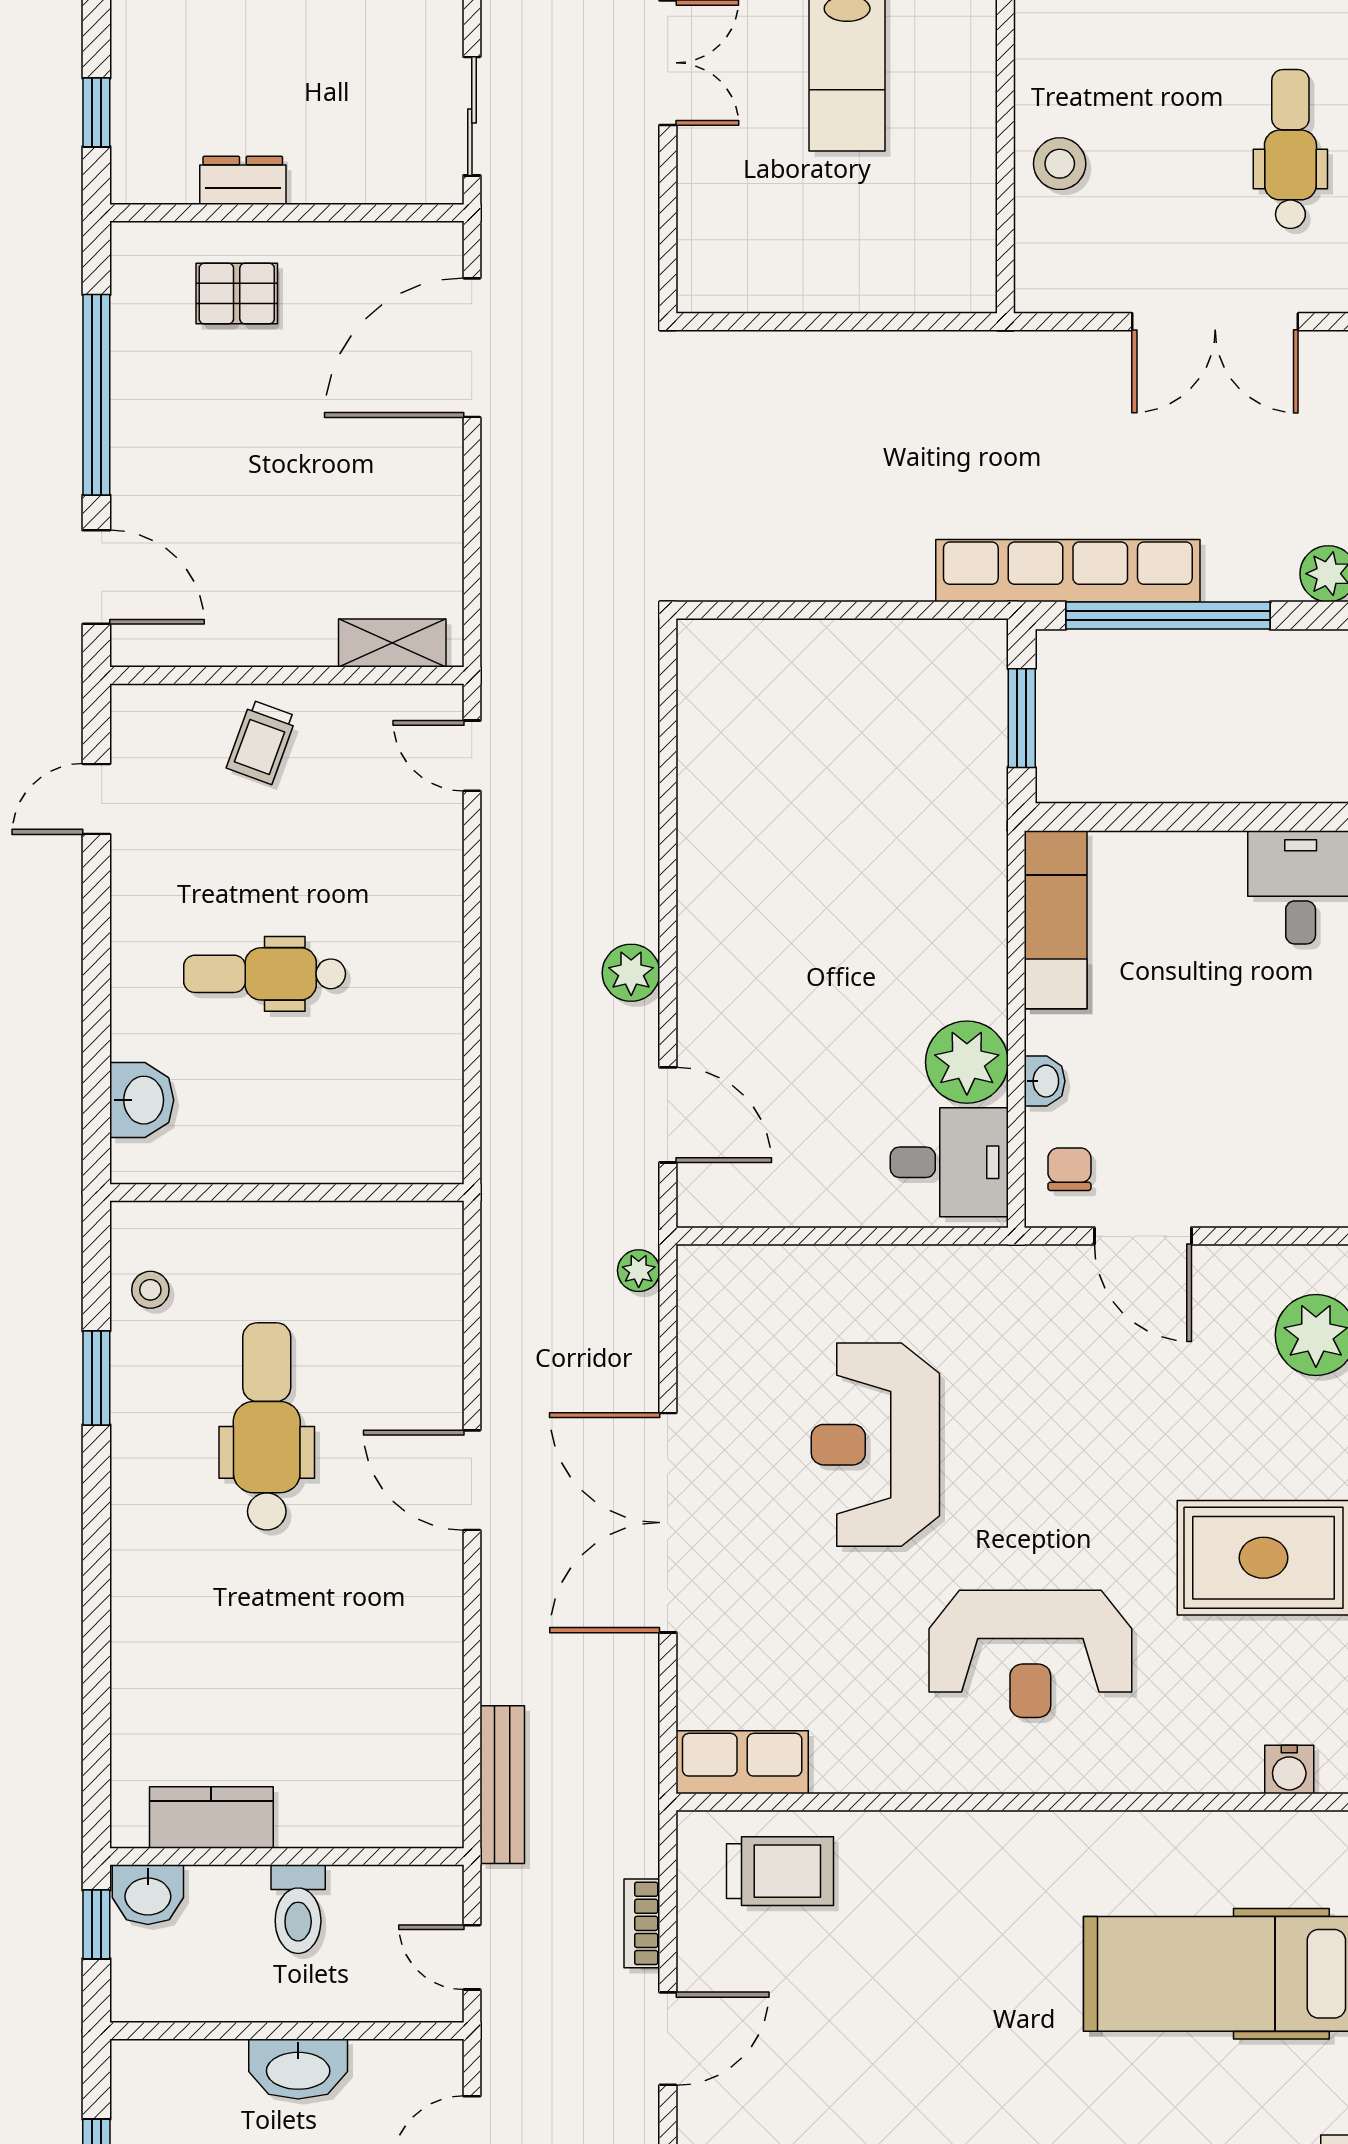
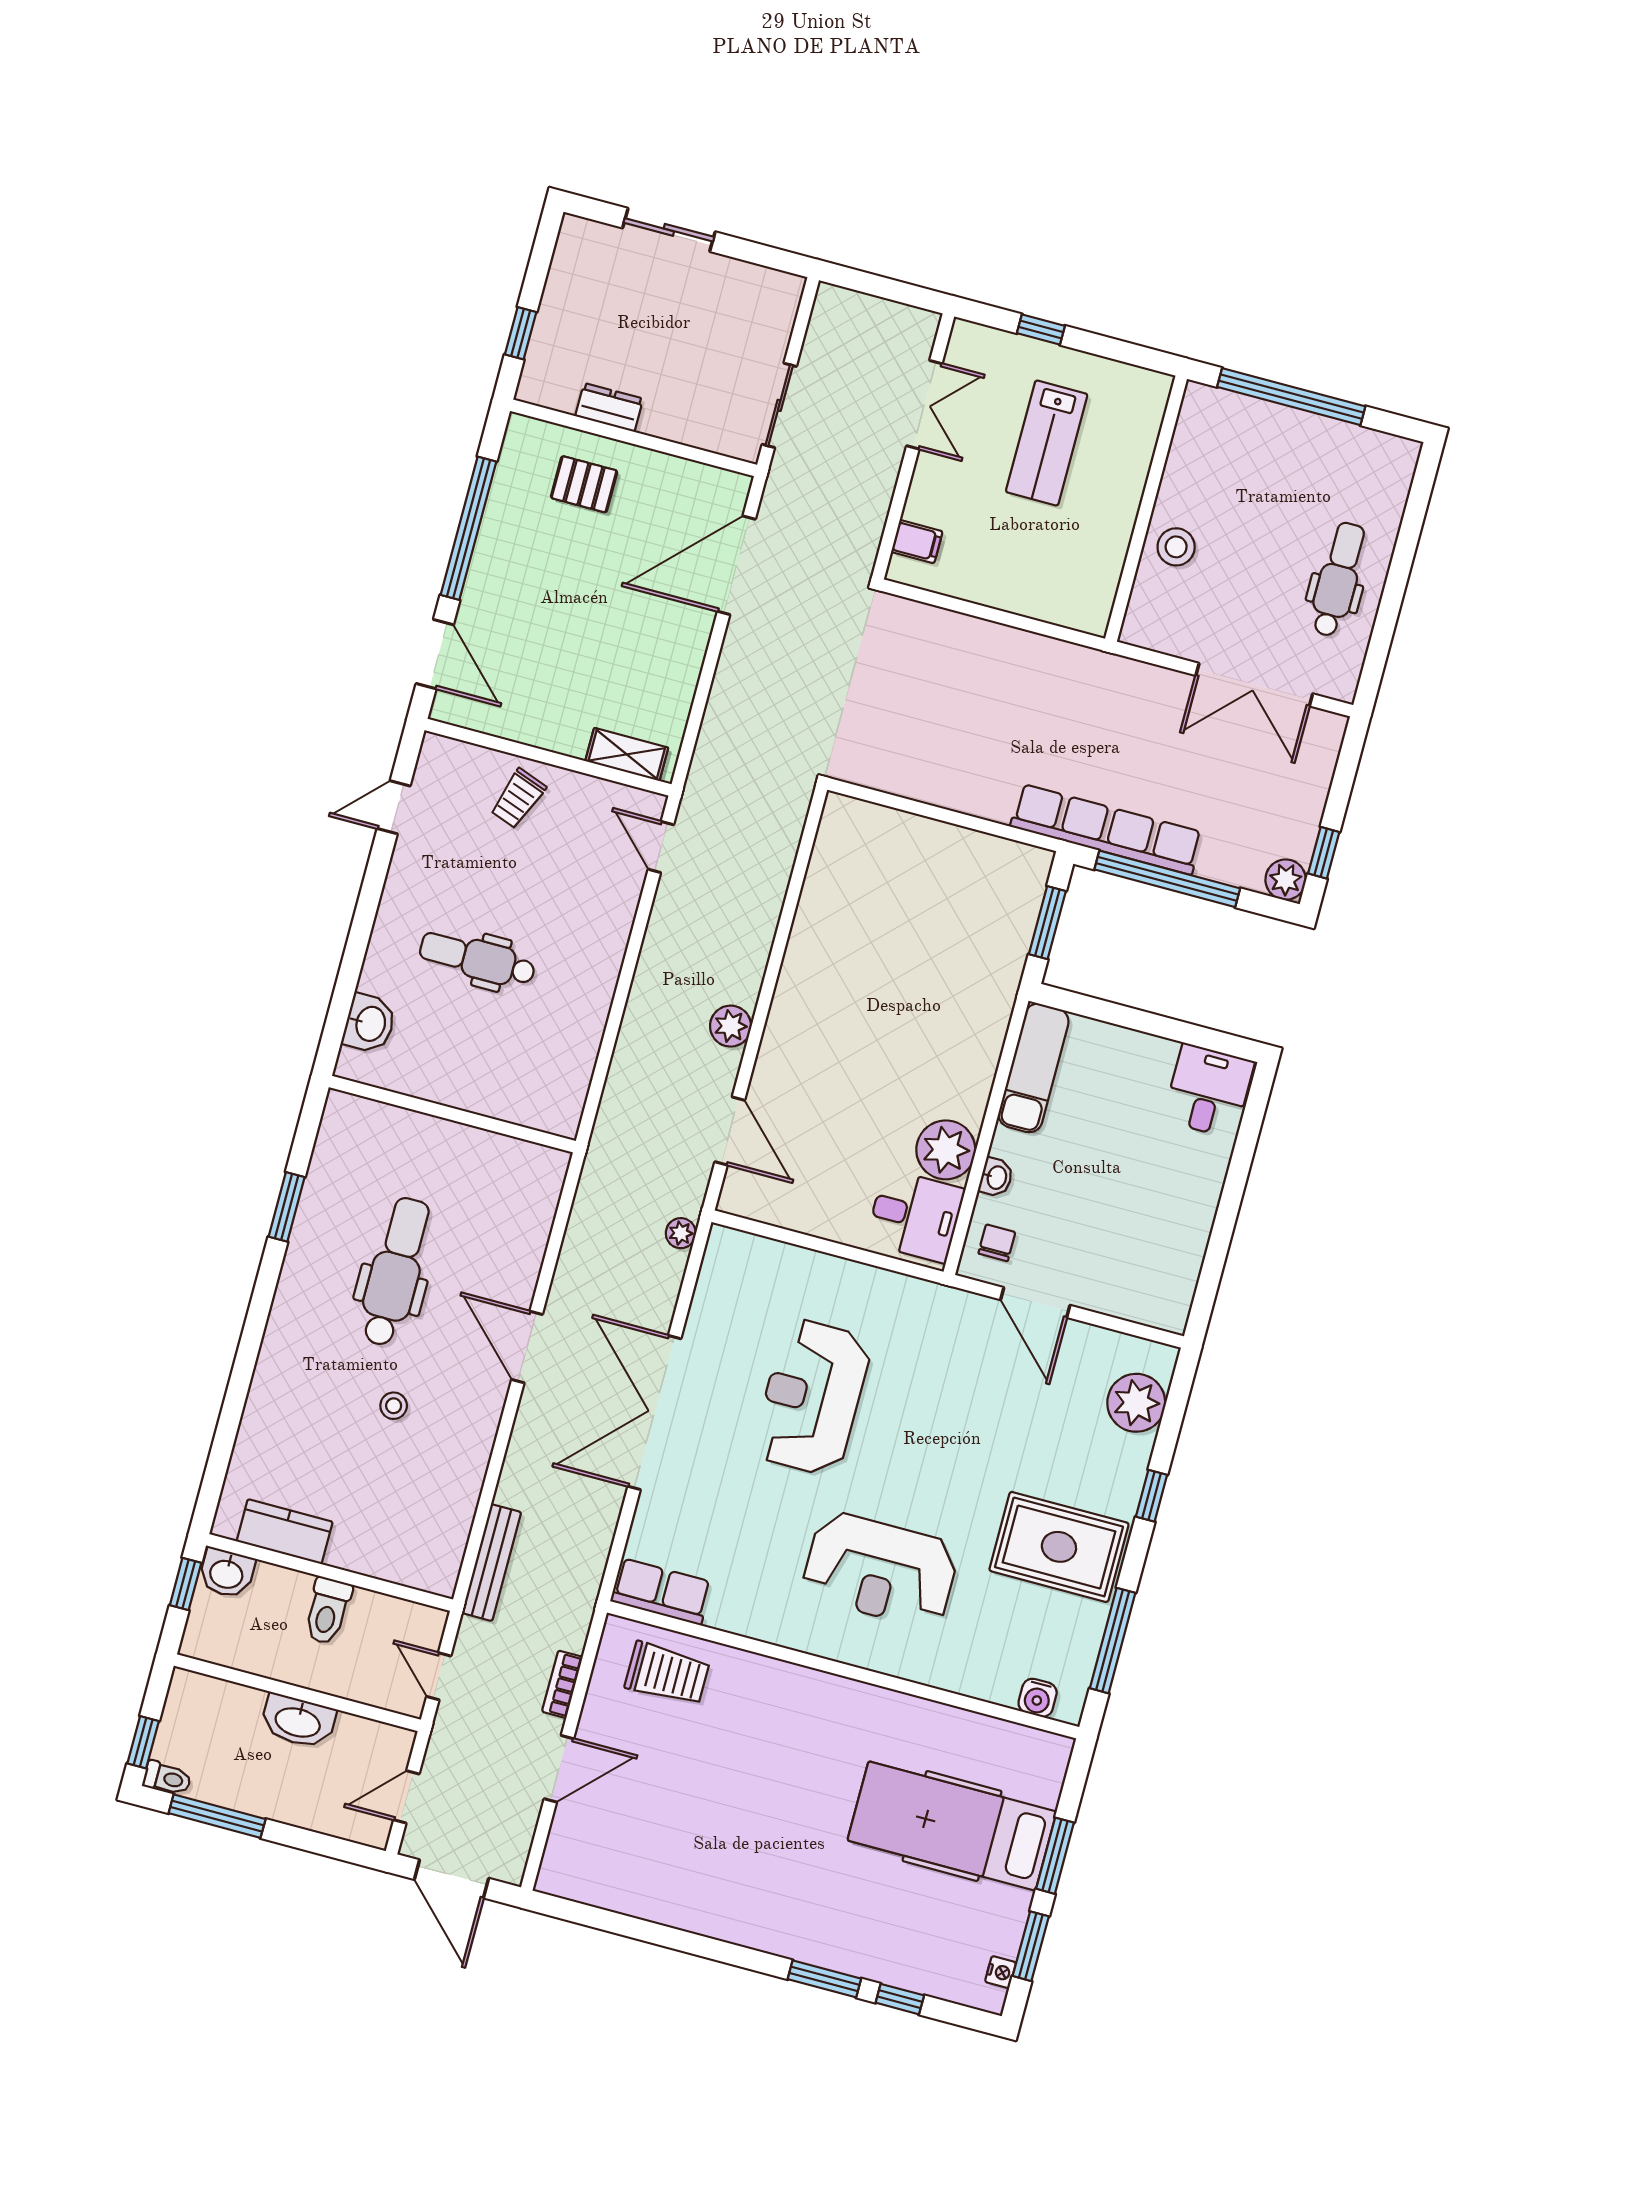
filing cabinet: (707, 250) -> (917, 542), added
stool: (150, 1290) -> (394, 1406), moved

